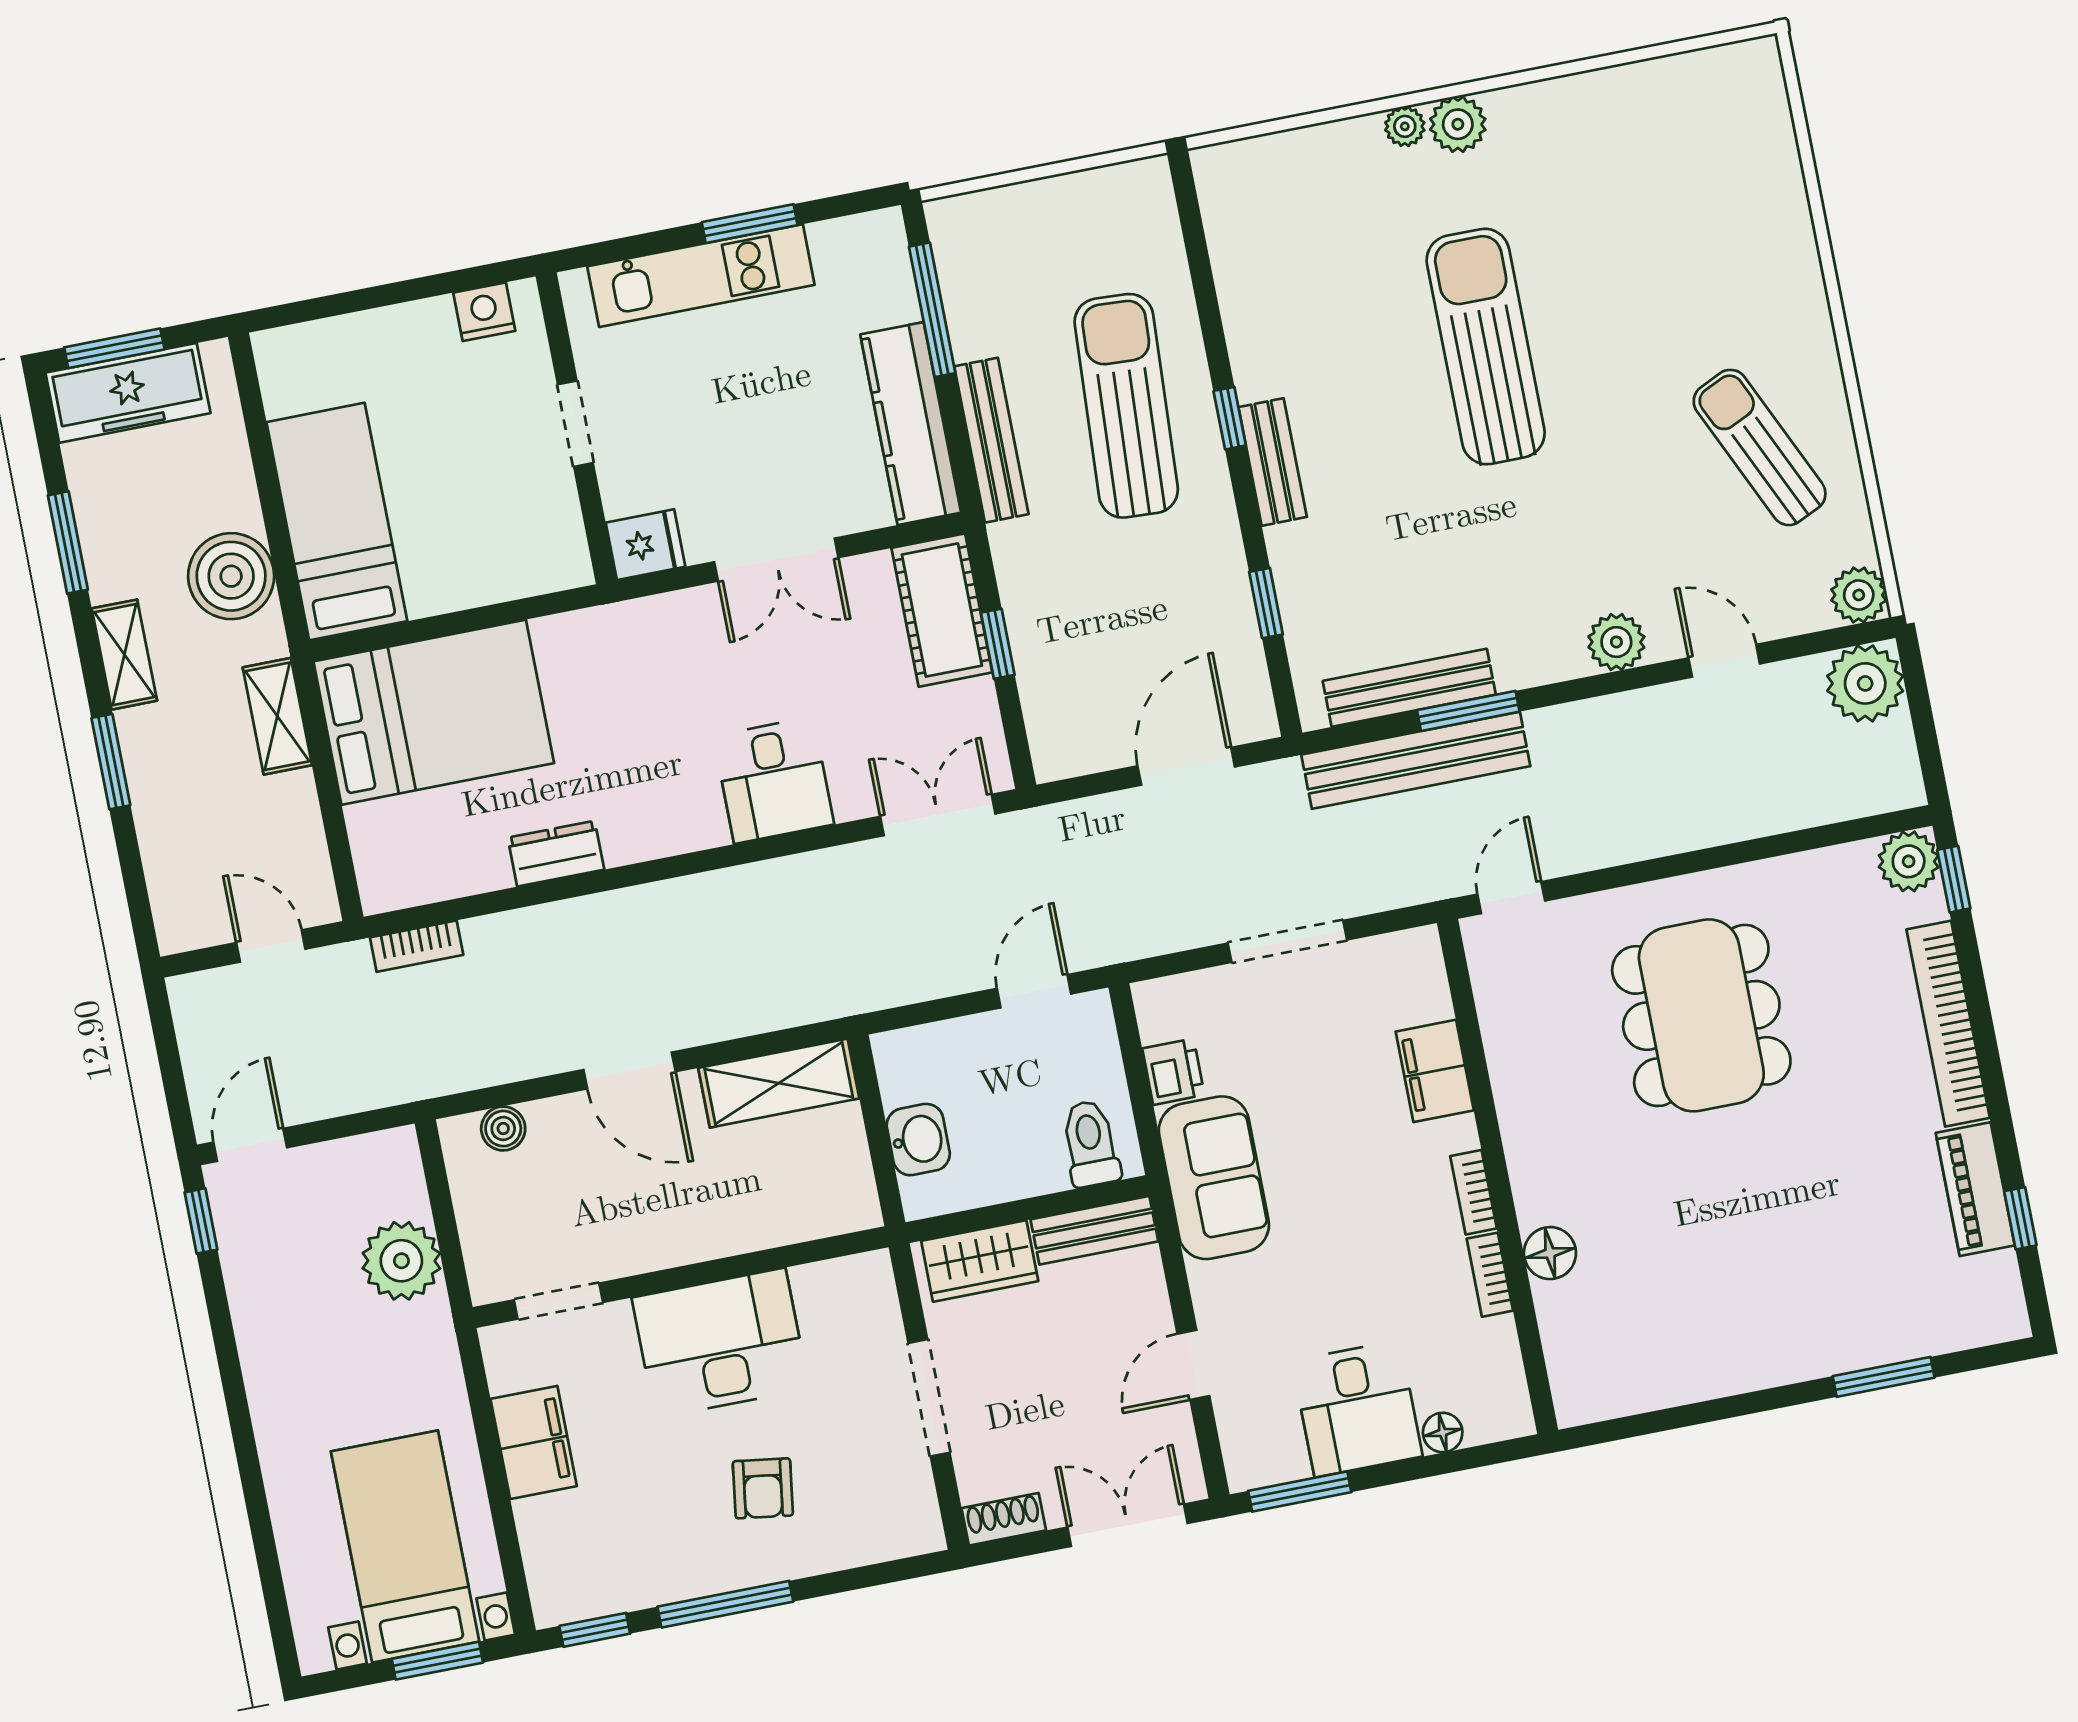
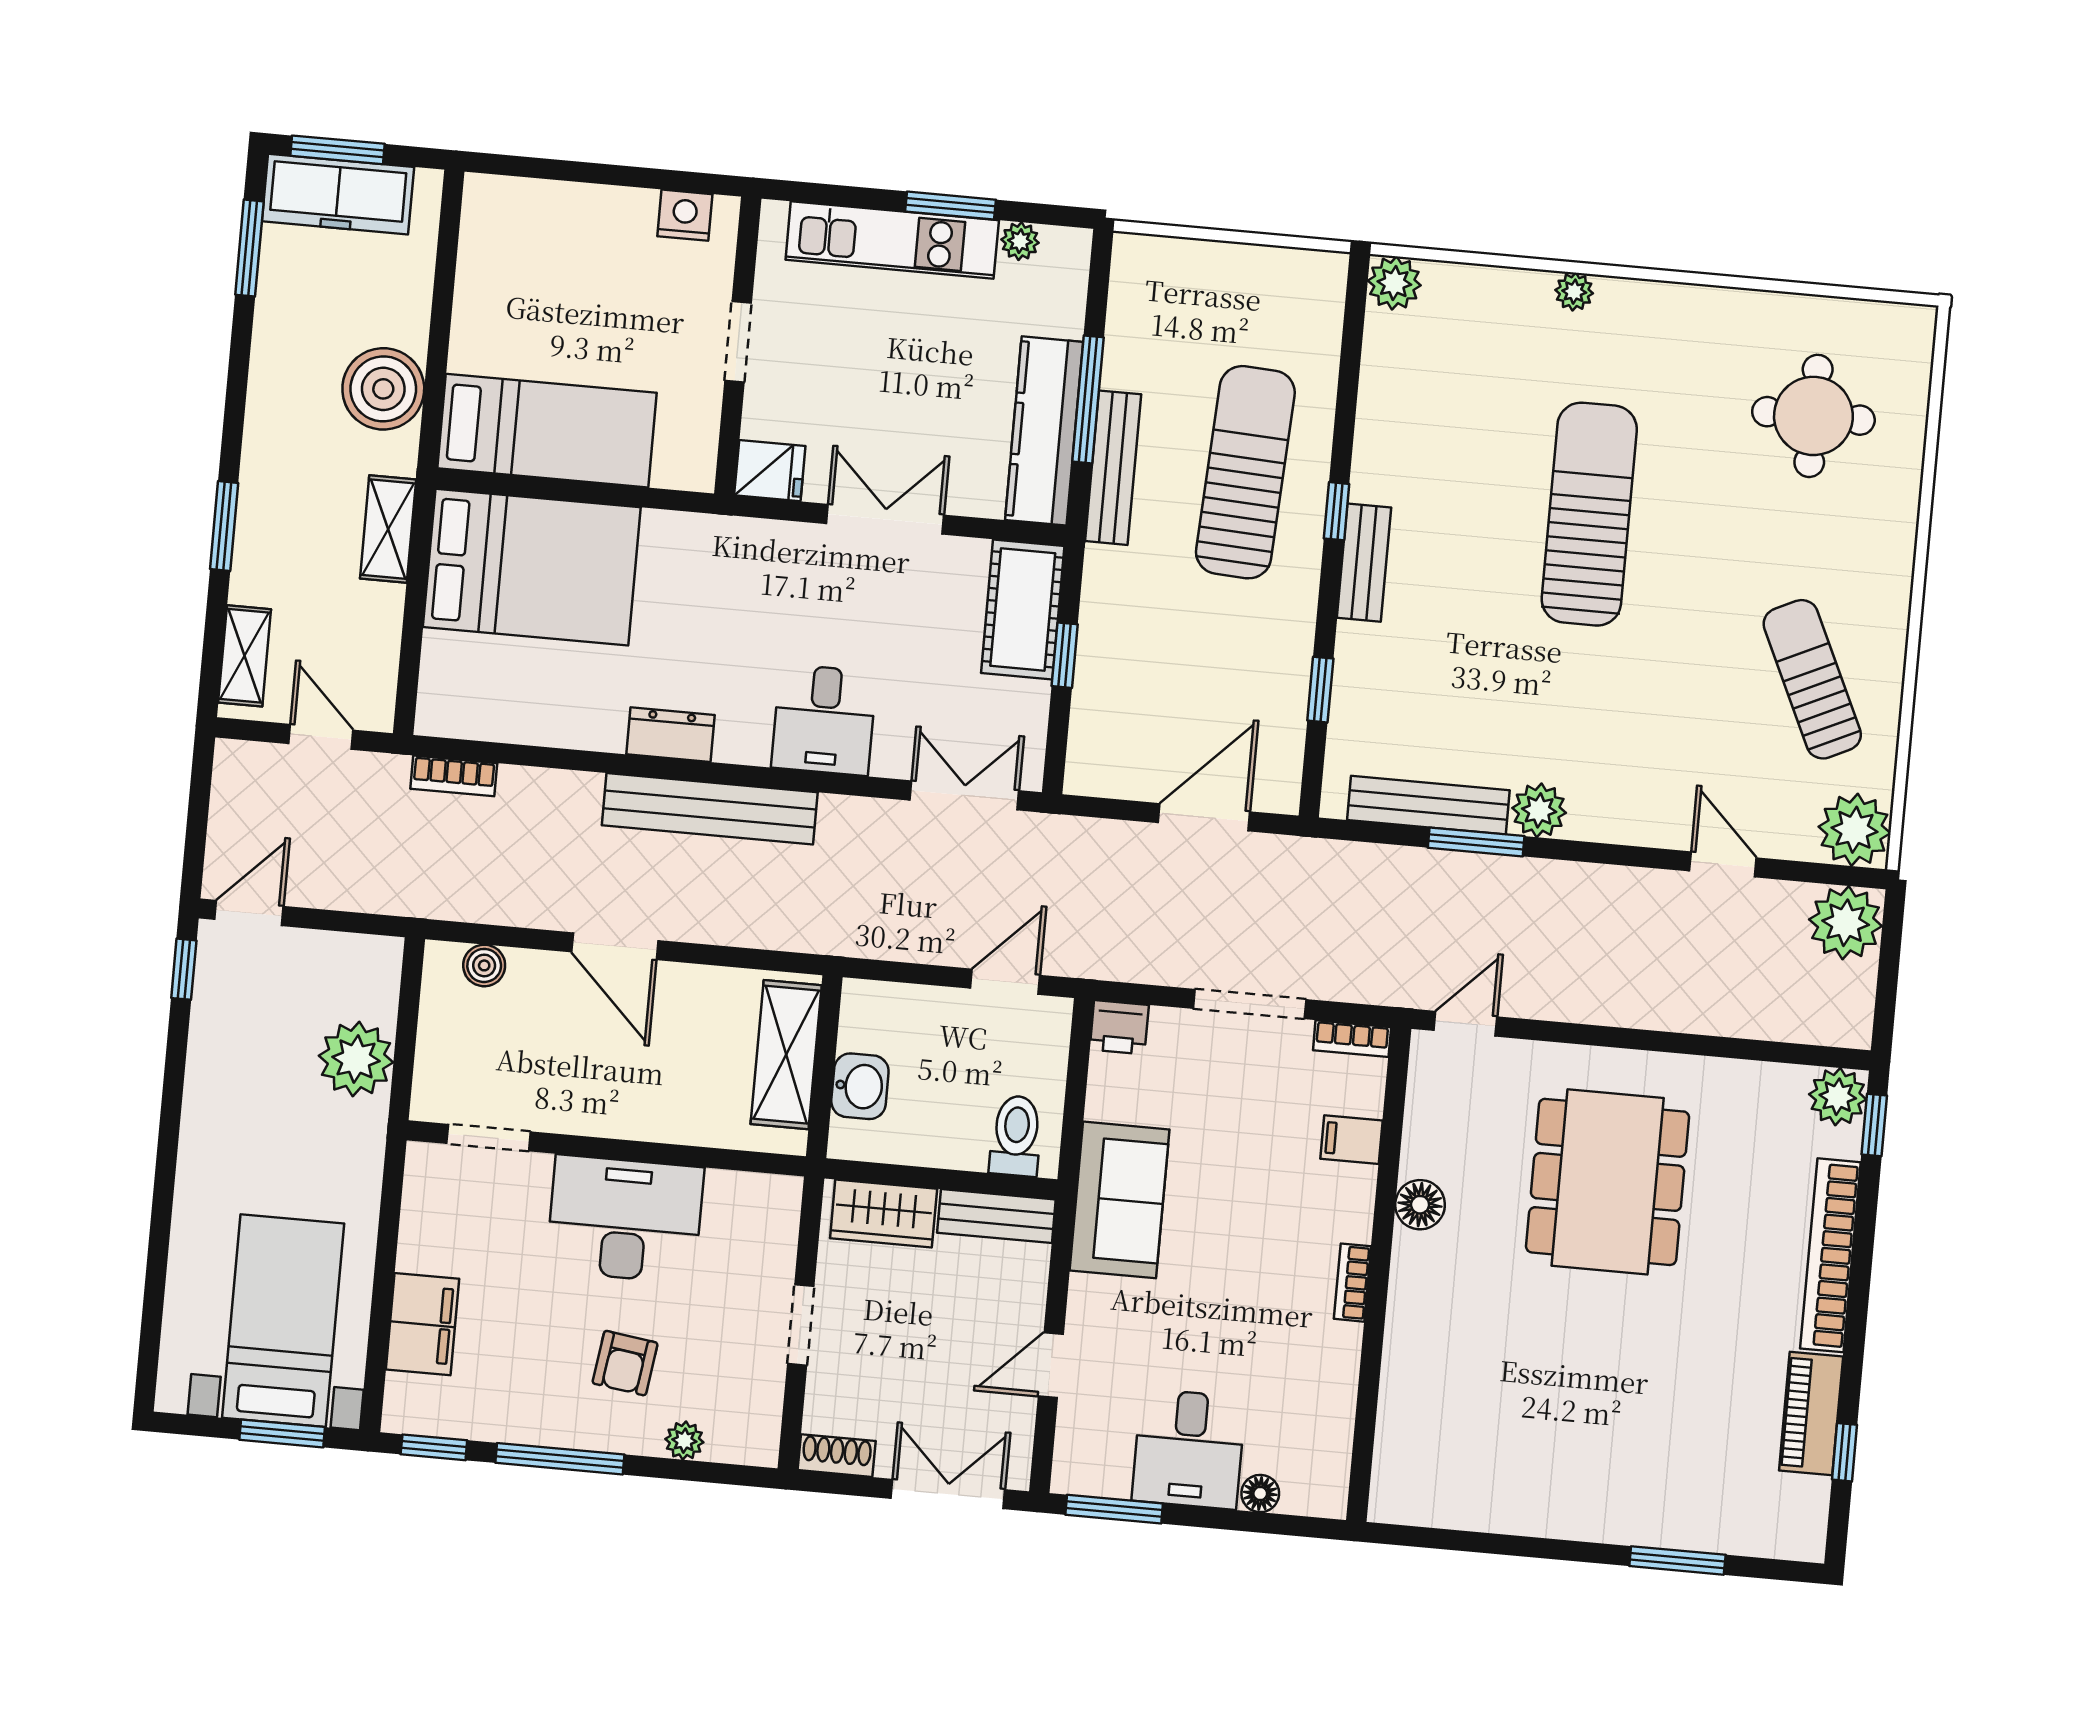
plant: (1458, 124) -> (1394, 283), moved
round table: (1683, 181) -> (1813, 416), added
plant: (830, 239) -> (1020, 241), added
window: (932, 310) -> (1088, 399), moved
bed: (337, 522) -> (547, 431), moved, turned 90
window: (68, 542) -> (249, 248), moved
double door: (776, 560) -> (885, 519), swing flipped
plant: (1859, 595) -> (1855, 830), width x1.36, depth x1.36
plant: (1616, 642) -> (1539, 810), moved
shelving: (124, 655) -> (245, 656), moved
bench: (1416, 760) -> (710, 809), moved
dresser: (556, 854) -> (671, 735), moved
filing cabinet: (1435, 1071) -> (1351, 1140), width x0.50
printer: (1173, 1072) -> (1119, 1027), moved, turned 90
shelving: (779, 1083) -> (786, 1055), moved, turned 90
floor lamp: (1550, 1253) -> (1420, 1205), moved
bookcase: (1490, 1275) -> (1352, 1039), moved, turned -90
doorway: (929, 1398) -> (801, 1325), width x0.73
filing cabinet: (534, 1442) -> (422, 1324), moved
plant: (846, 1549) -> (684, 1441), added

